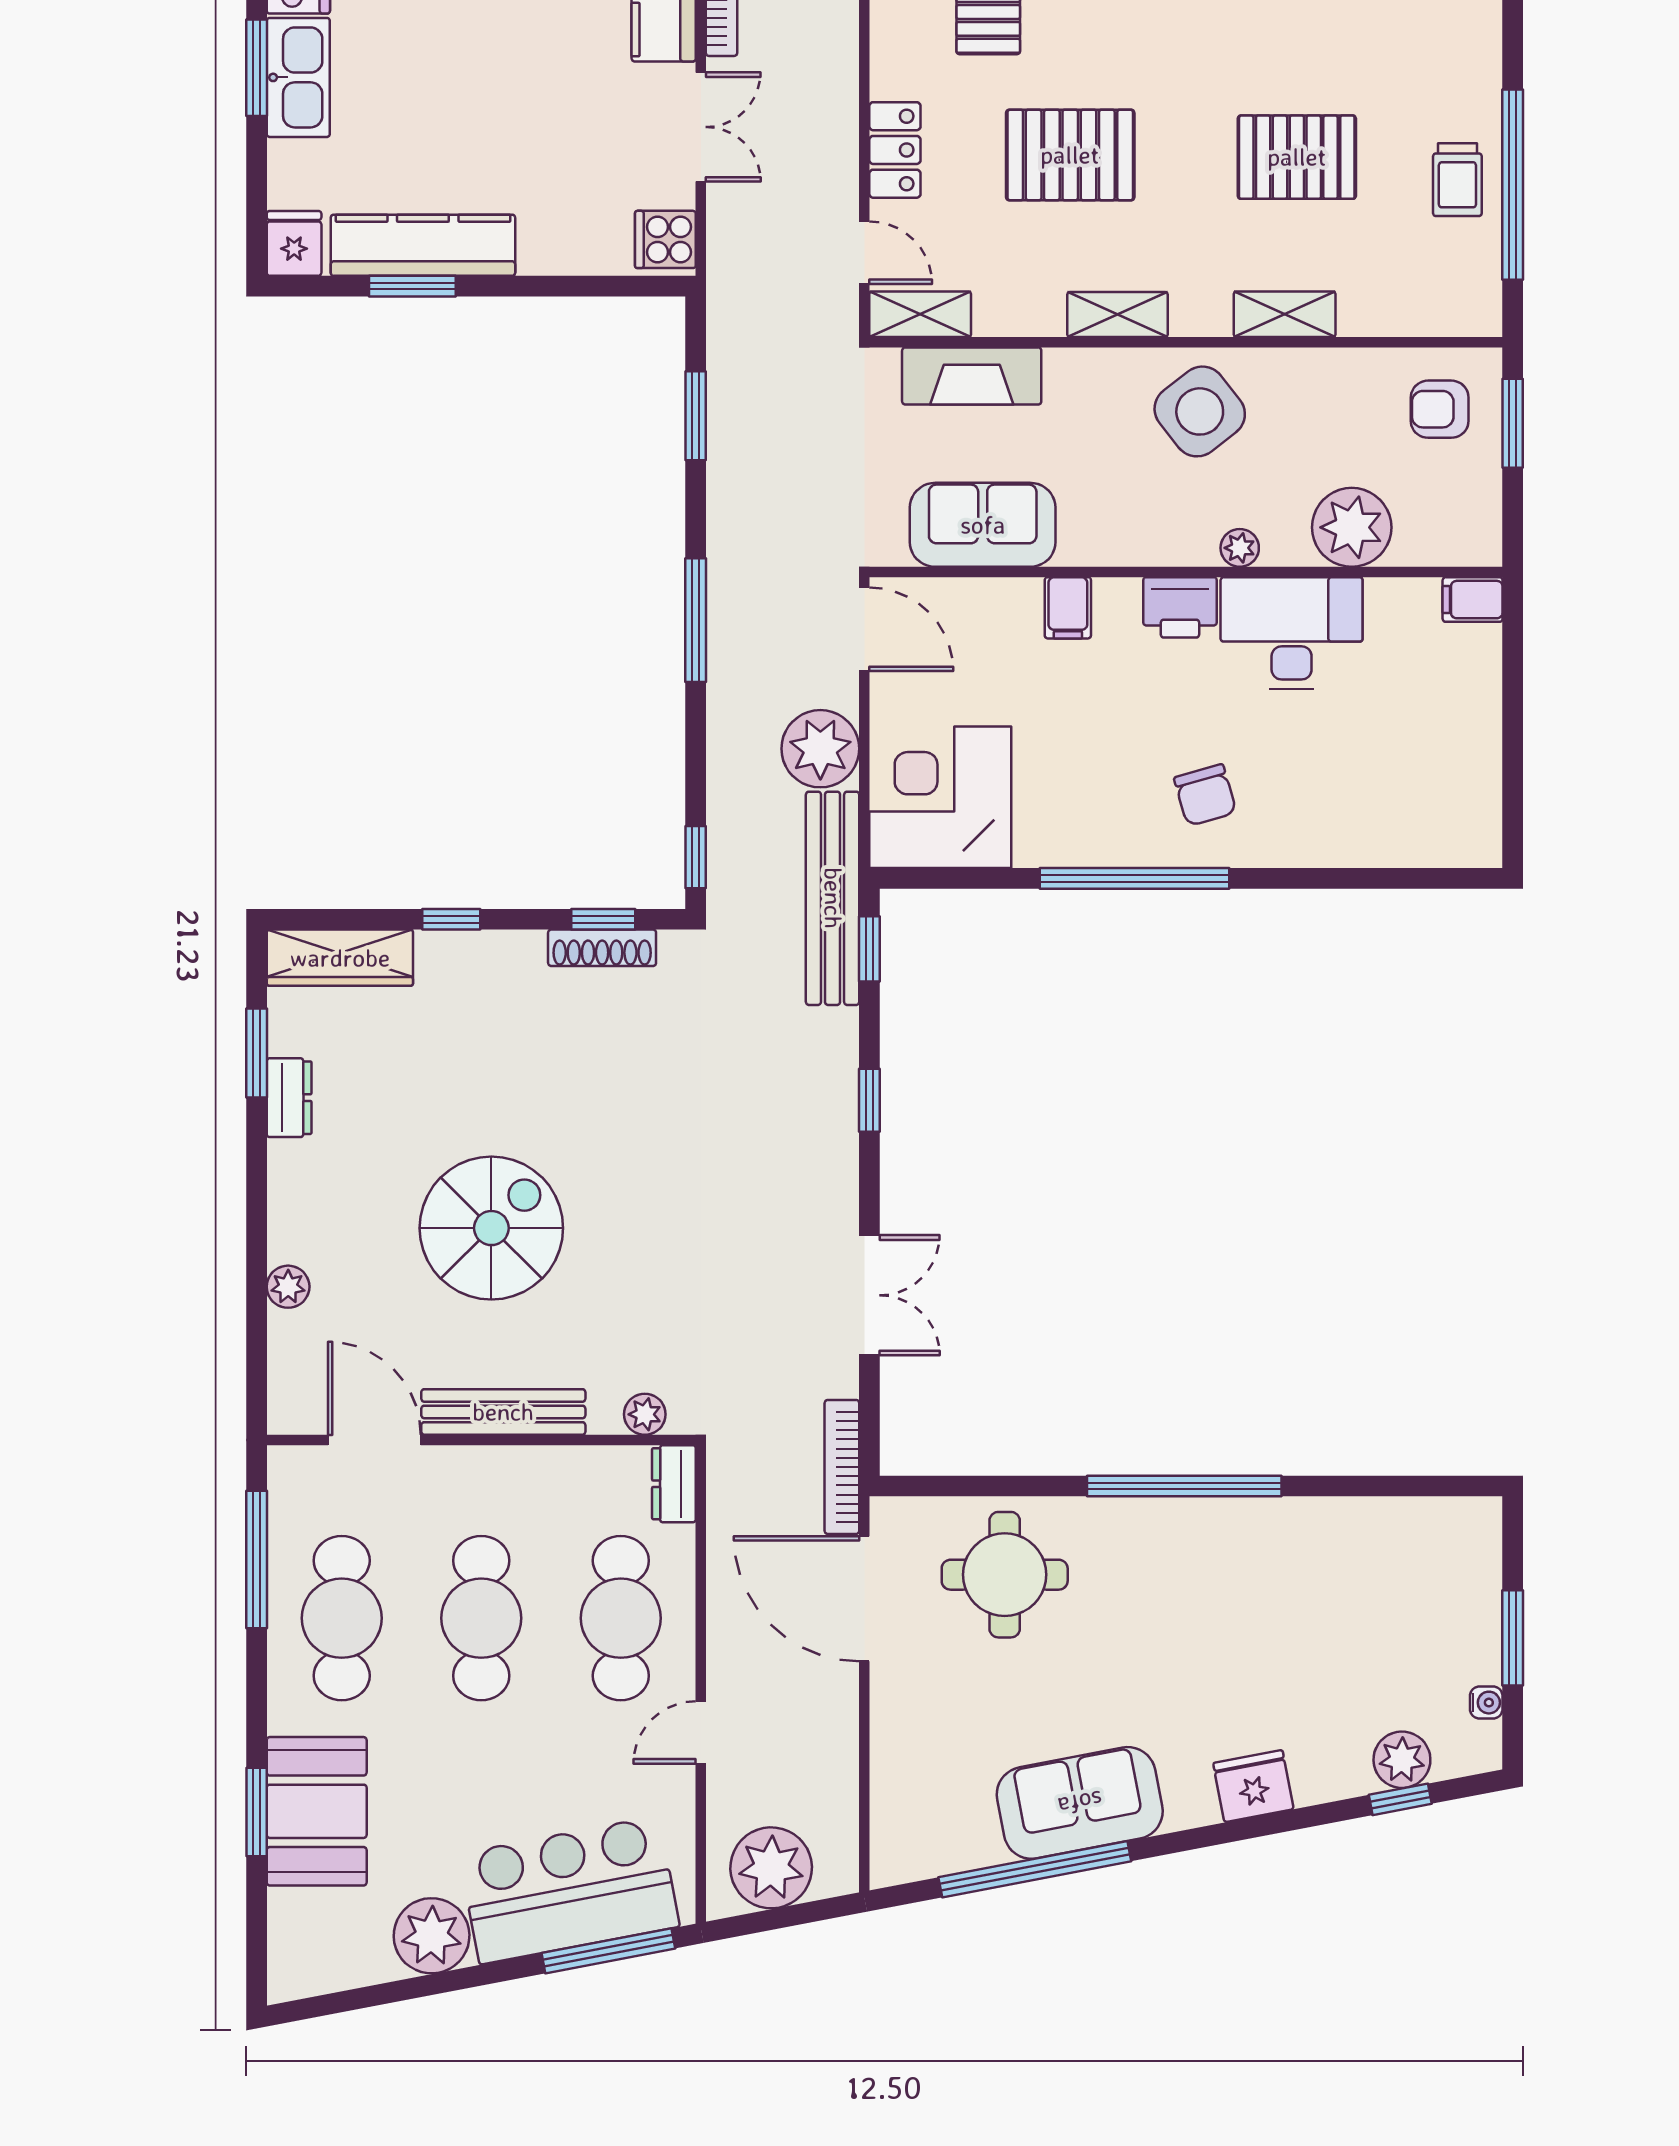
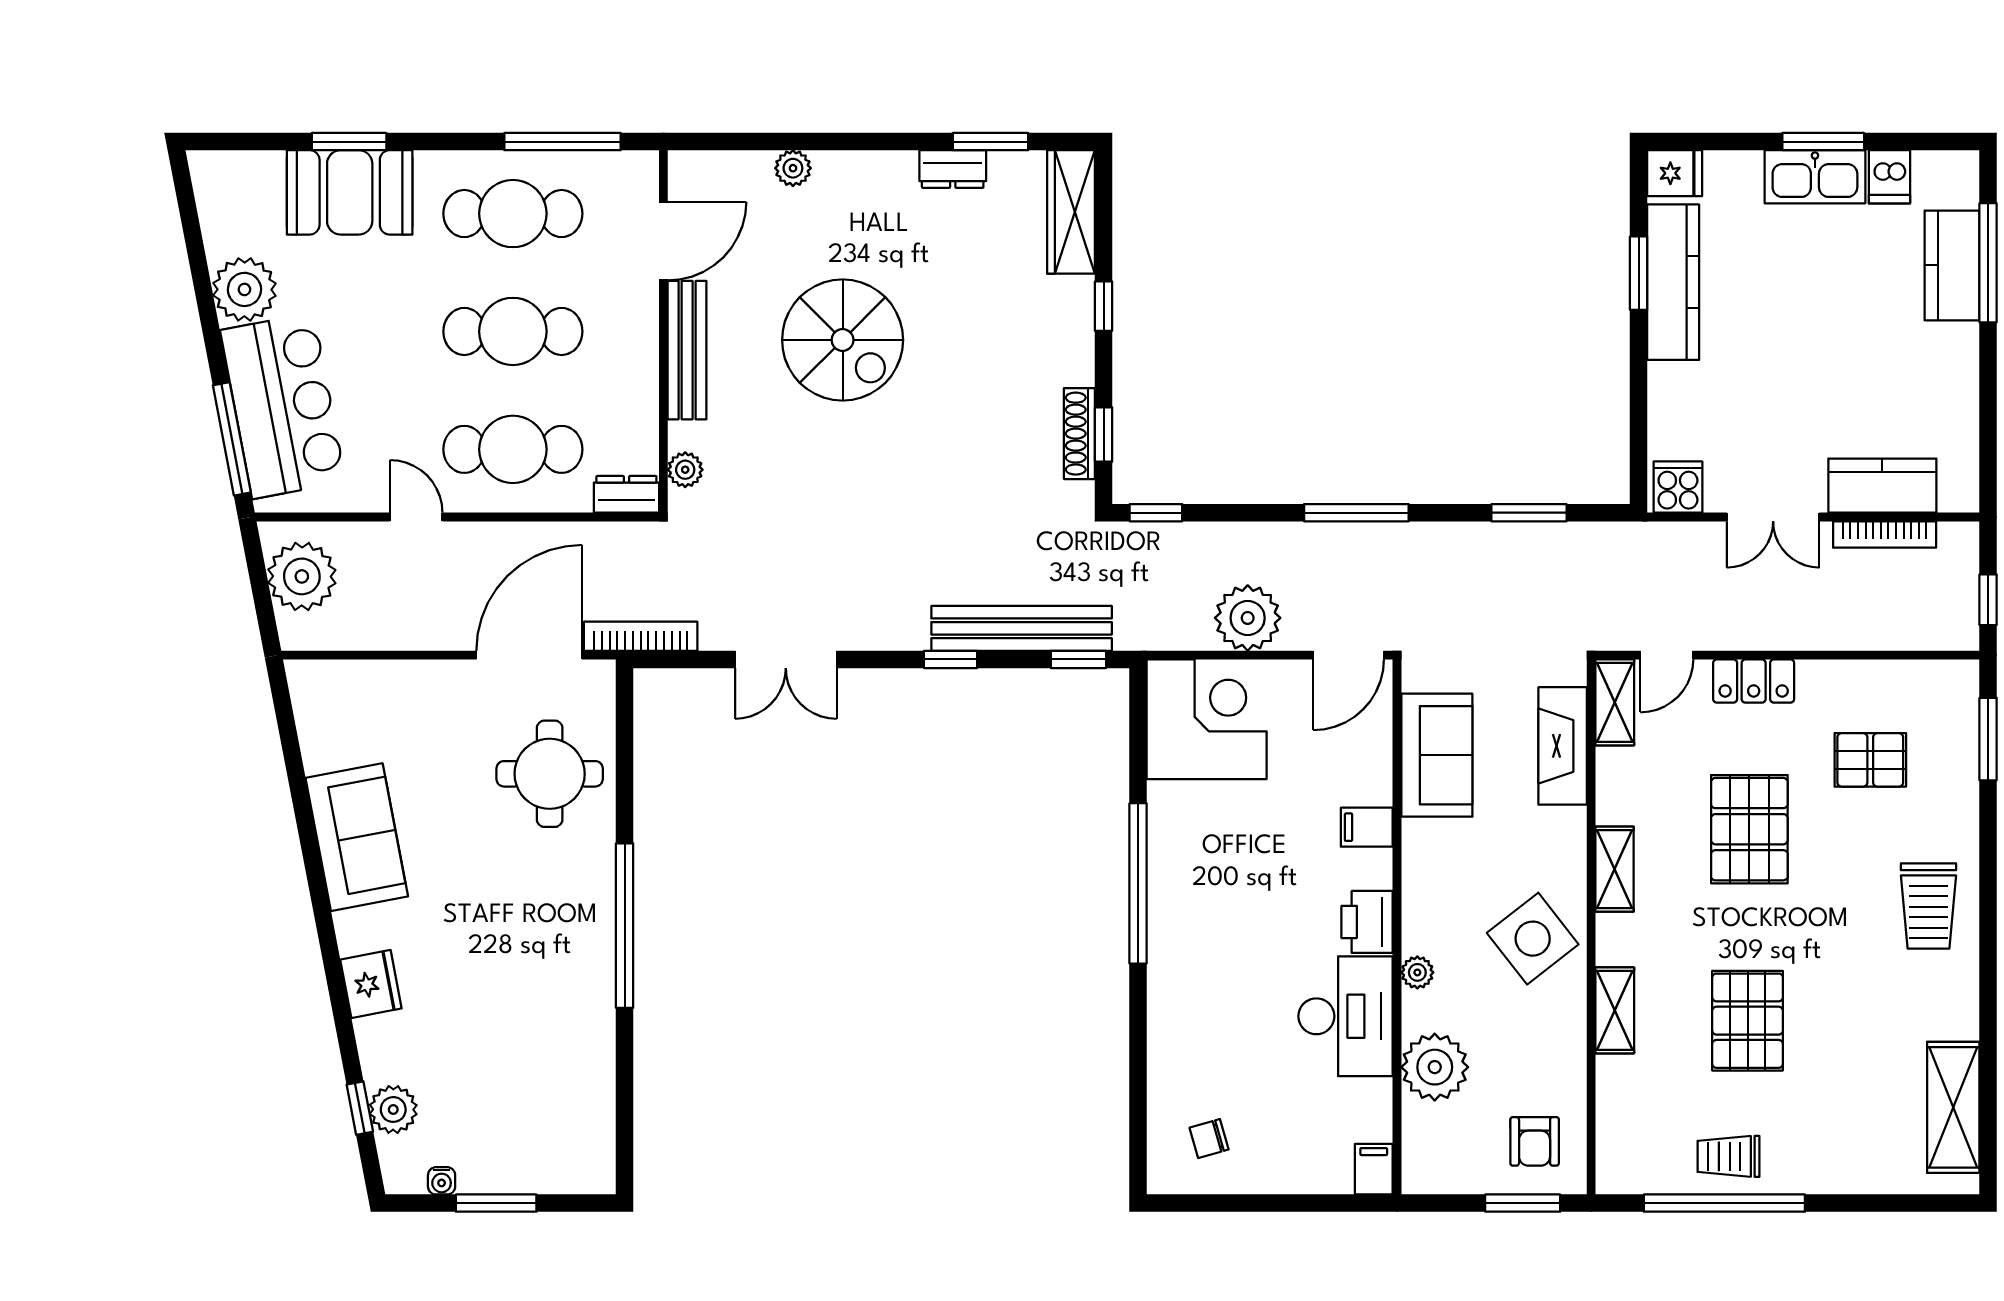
armchair: (1440, 409) -> (1535, 1141), turned 180
chair: (1205, 795) -> (1209, 1139), moved, width x0.73, depth x0.73
bench: (833, 898) -> (1022, 628), moved
window: (1035, 1869) -> (301, 799), removed

